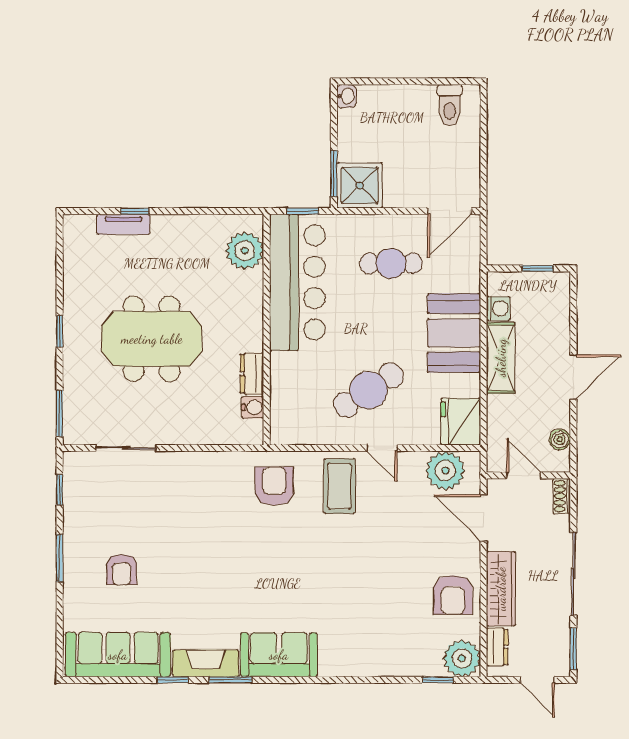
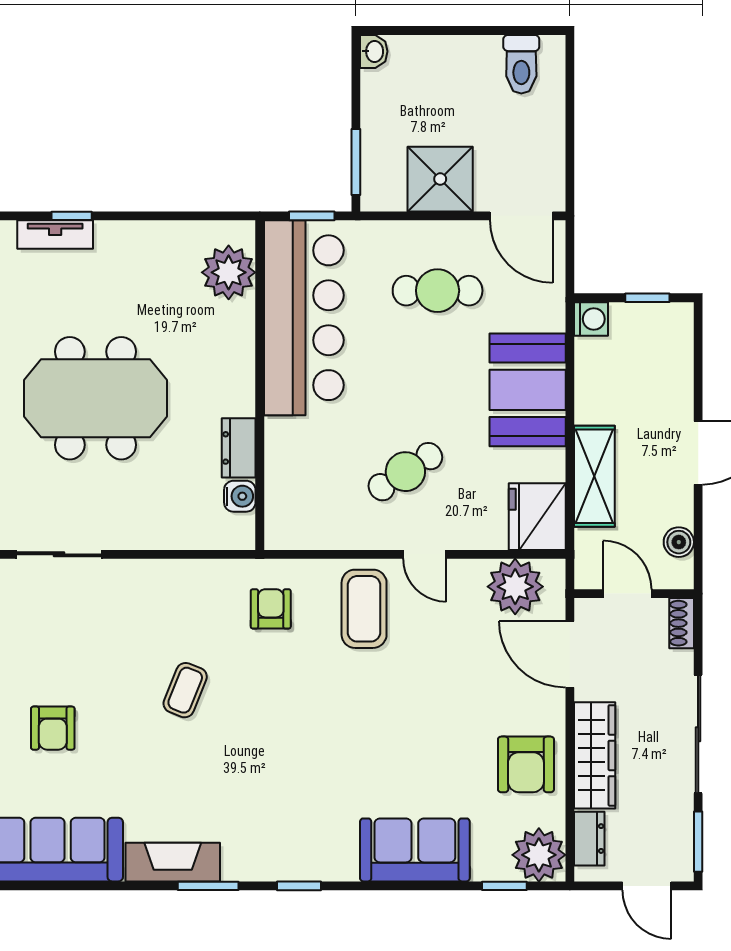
shower: (360, 185) -> (440, 179), moved
door: (450, 211) -> (521, 216), hinge flipped
washing machine: (498, 309) -> (591, 319), moved
shelving: (501, 358) -> (594, 476), moved
cafe table: (368, 390) -> (405, 472), width x0.73, depth x0.74
armchair: (274, 486) -> (271, 609), width x0.72, depth x0.72
coffee table: (214, 543) -> (185, 690), added
sofa: (279, 655) -> (415, 850), moved
window: (173, 680) -> (299, 886), moved

